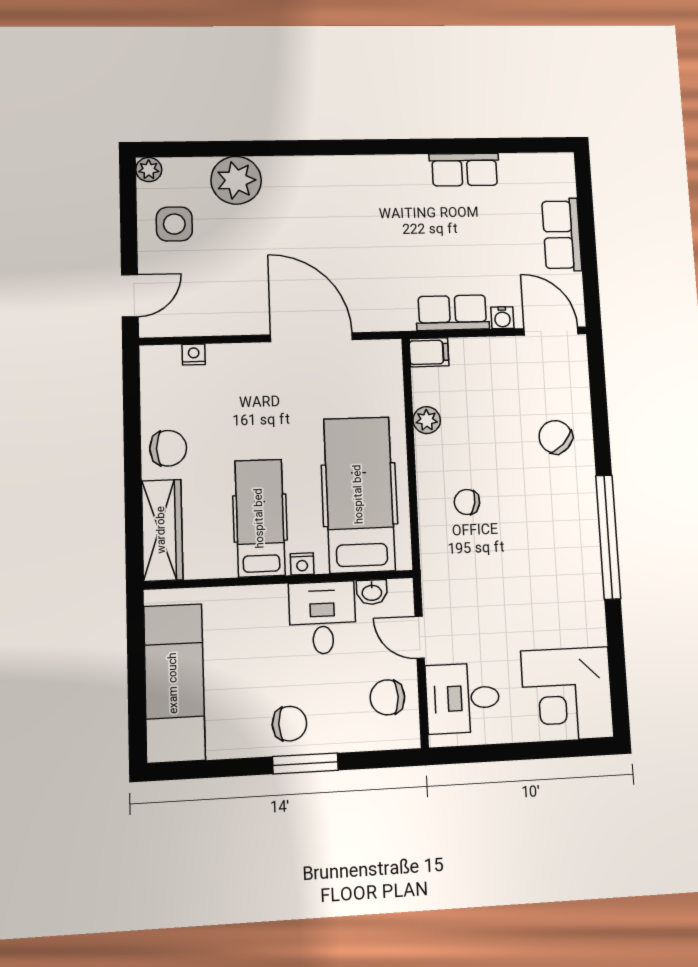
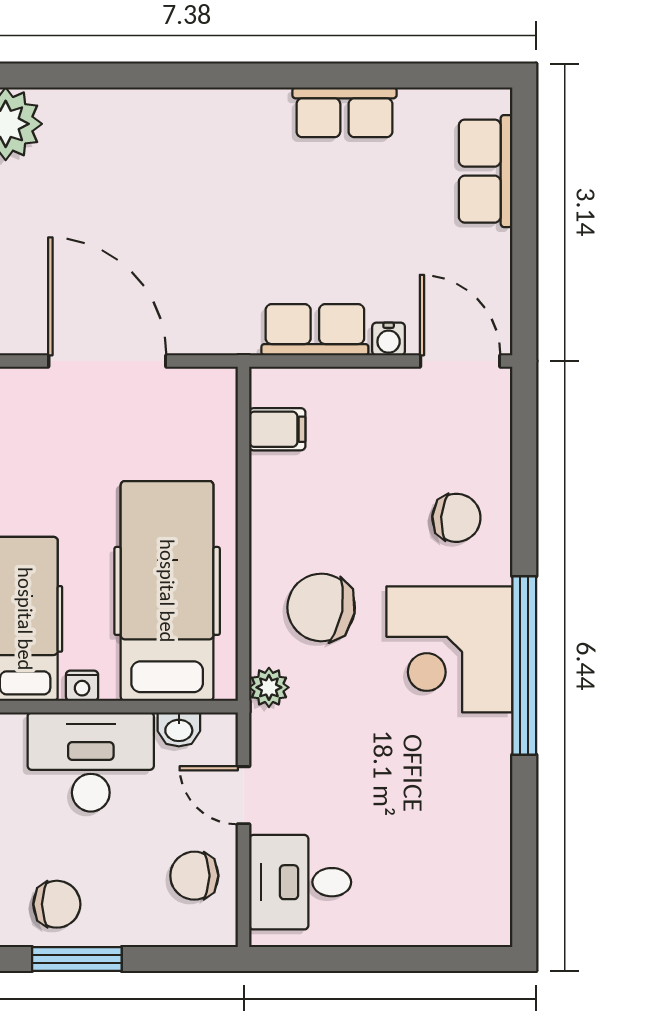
row of seats: (562, 235) -> (486, 171), moved
filing cabinet: (429, 352) -> (277, 429), moved
plant: (427, 420) -> (269, 687), moved
chair: (556, 437) -> (456, 518), turned 139
chair: (467, 502) -> (321, 607), width x1.87, depth x1.87
desk: (322, 618) -> (91, 762), width x1.37
corner desk: (567, 694) -> (449, 649), moved

